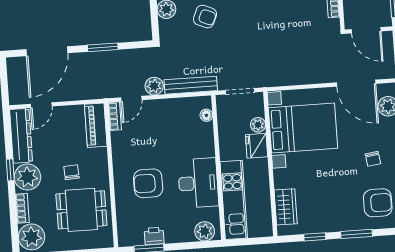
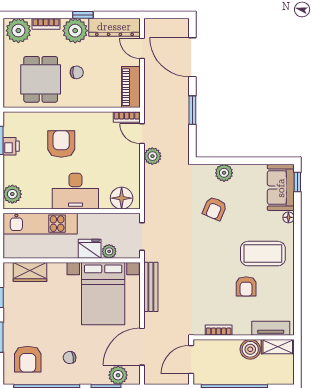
bench: (191, 85) -> (151, 287), moved
floor lamp: (206, 115) -> (122, 198), width x1.89, depth x1.89
piano: (96, 125) -> (131, 87), moved, turned -90
desk: (198, 183) -> (75, 191), moved

